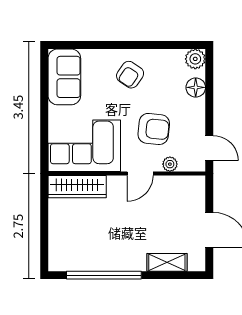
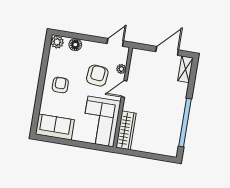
armchair: (130, 75) -> (60, 85), turned -124
door: (140, 173) -> (124, 89), swing flipped
shelving: (167, 262) -> (185, 69), moved

